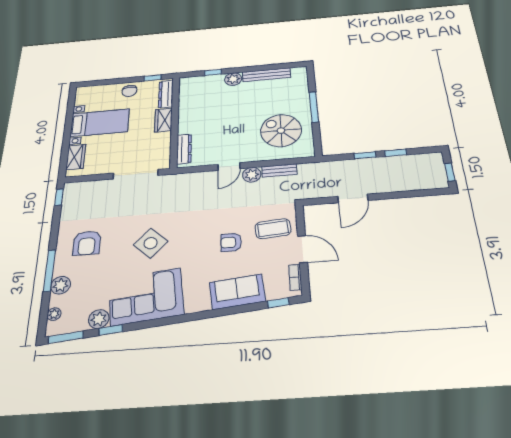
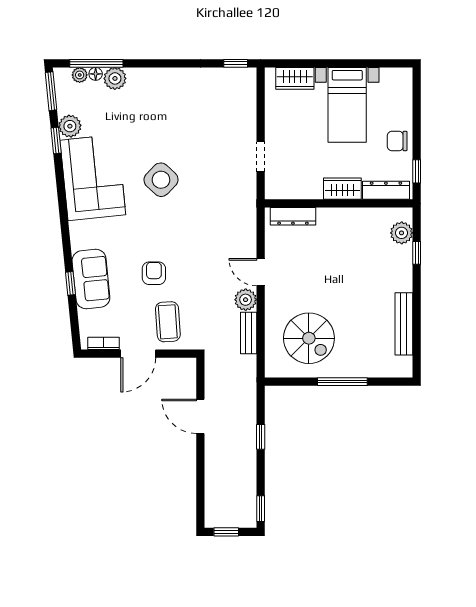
plant: (233, 79) -> (402, 233), moved
spiral stairs: (281, 131) -> (309, 338), turned 90
window: (396, 153) -> (261, 509), moved
doorway: (136, 174) -> (261, 157), width x0.53
armchair: (87, 243) -> (168, 104), removed
window: (49, 271) -> (96, 63), moved
floor lamp: (55, 301) -> (96, 74), added
window: (278, 303) -> (70, 283), moved

